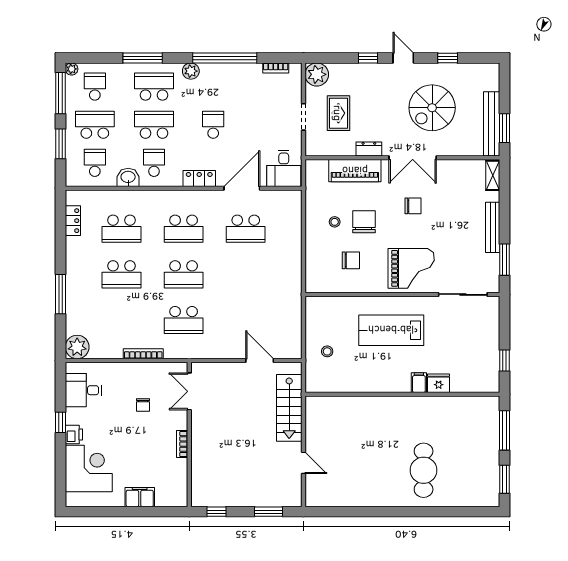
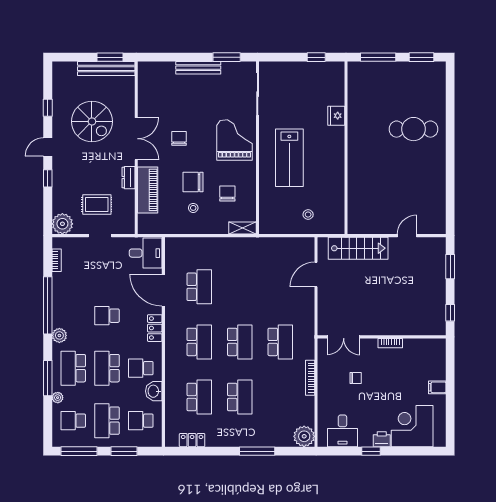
plant: (72, 69) -> (58, 398), moved
shelving: (493, 175) -> (243, 228), moved
filing cabinet: (419, 383) -> (336, 133), removed
filing cabinet: (140, 497) -> (437, 387), width x0.50

